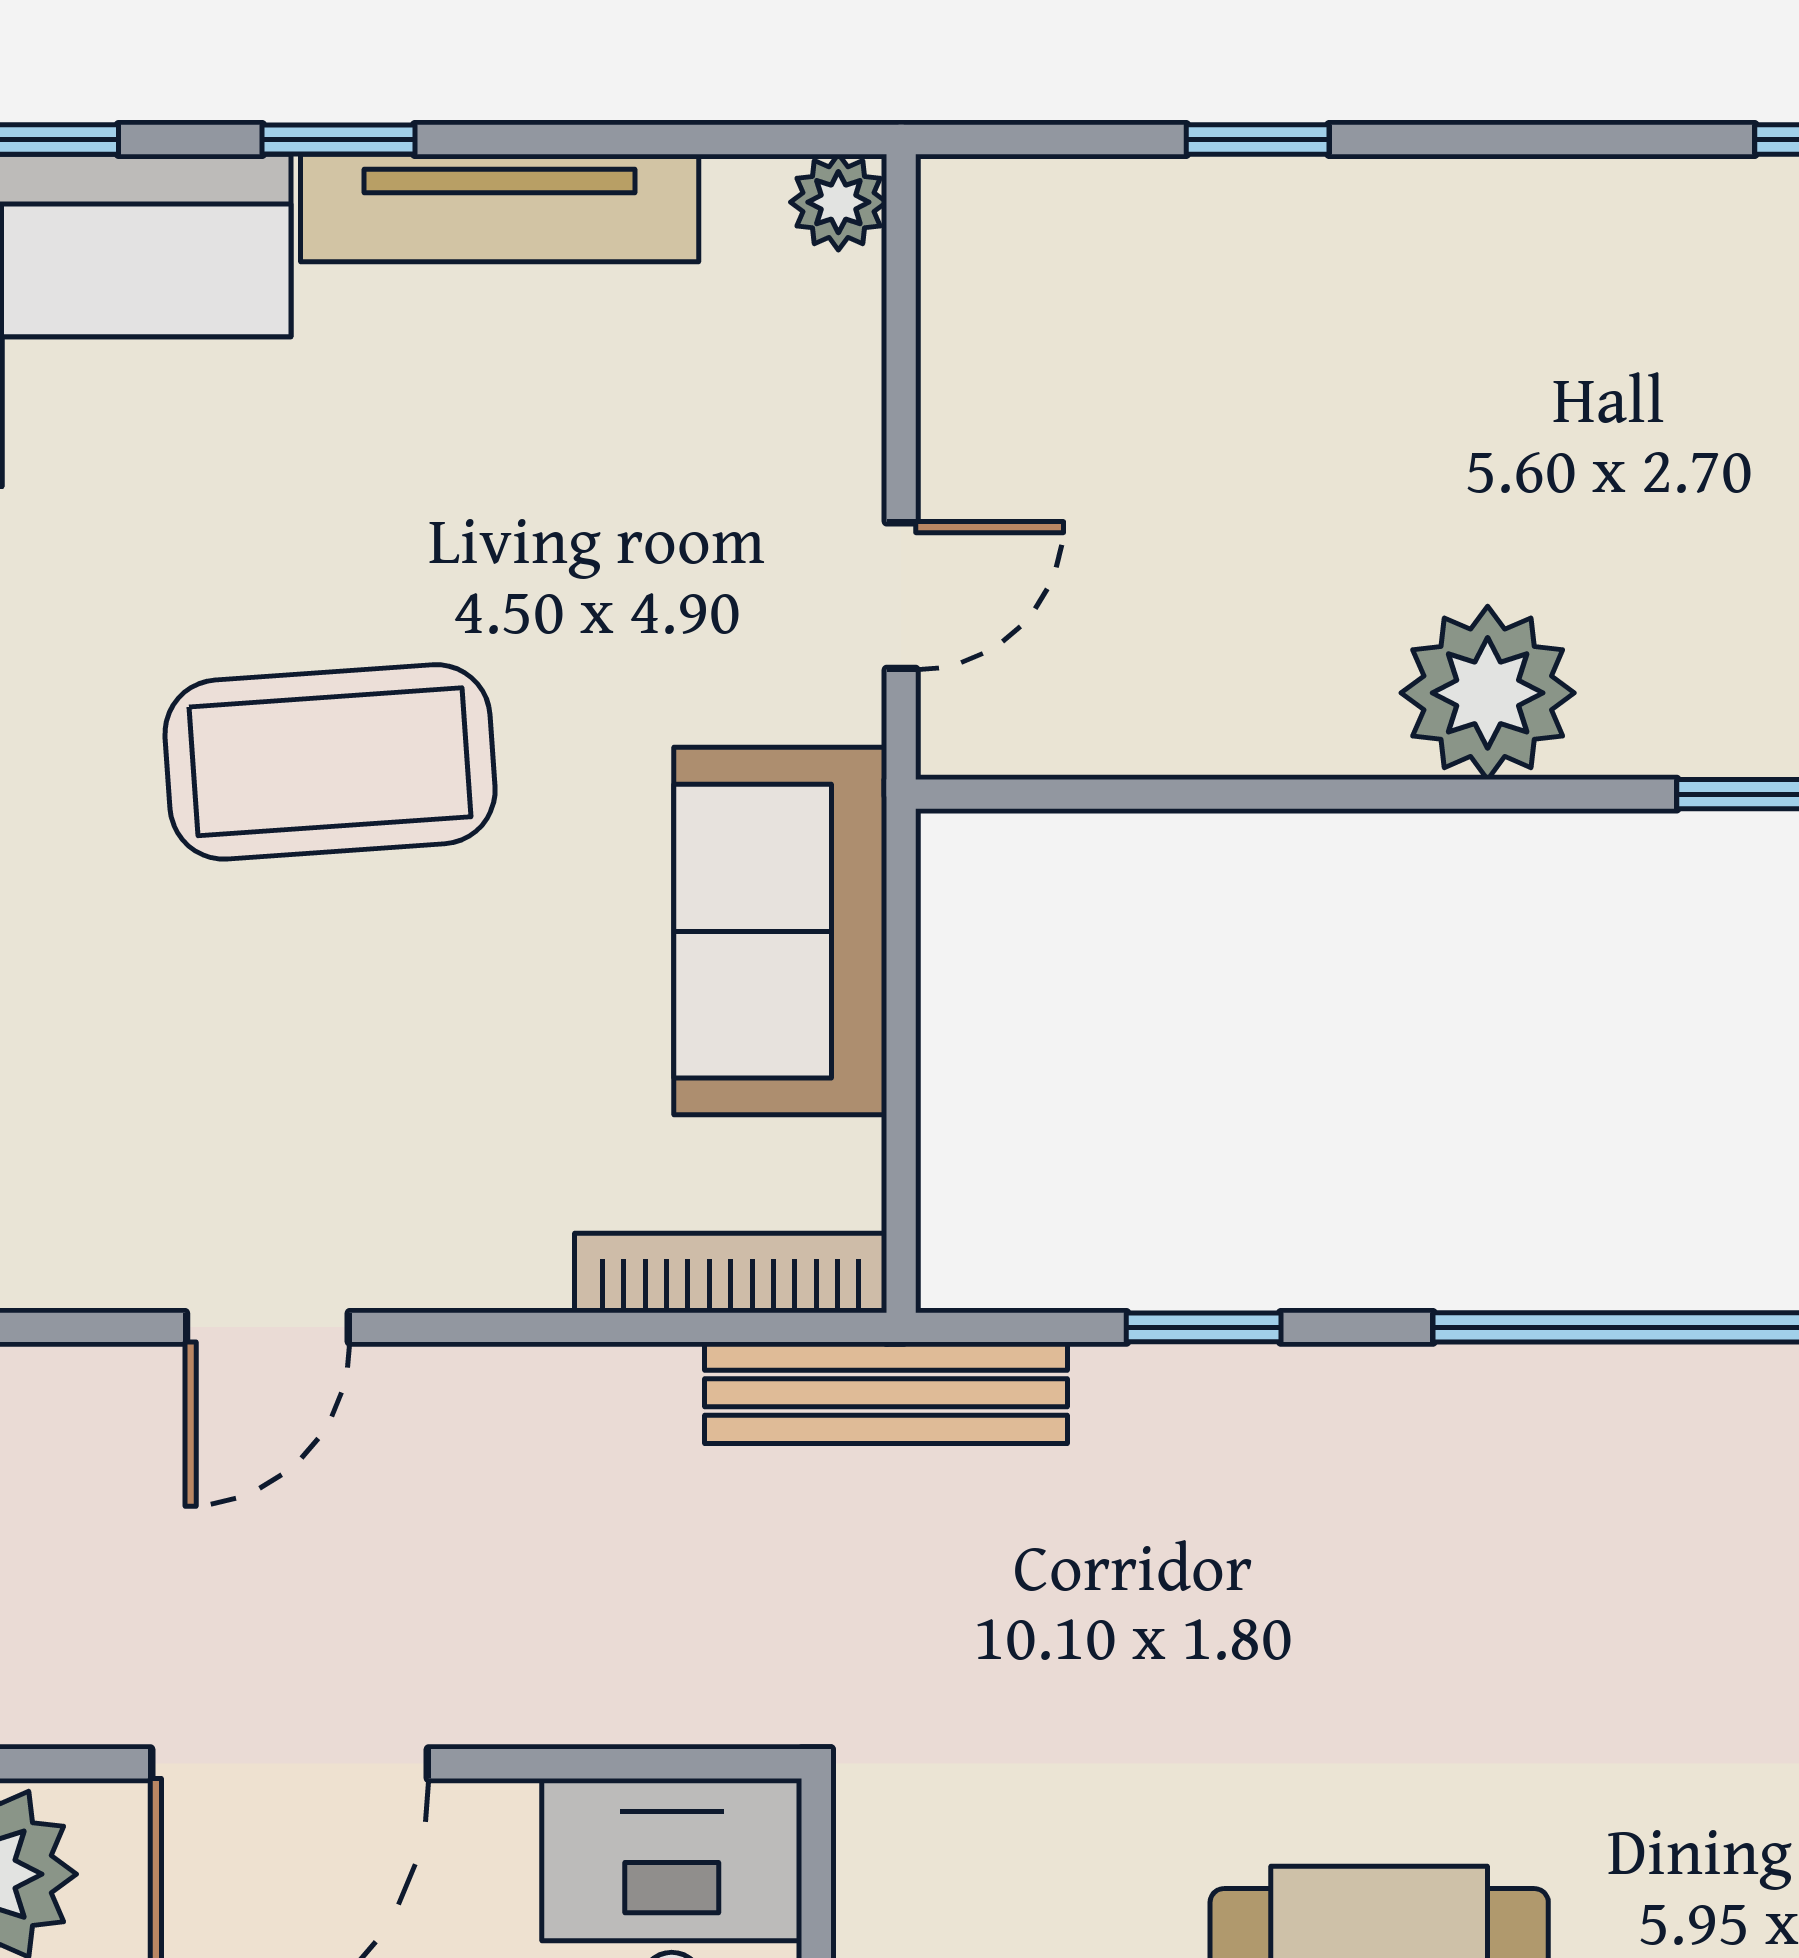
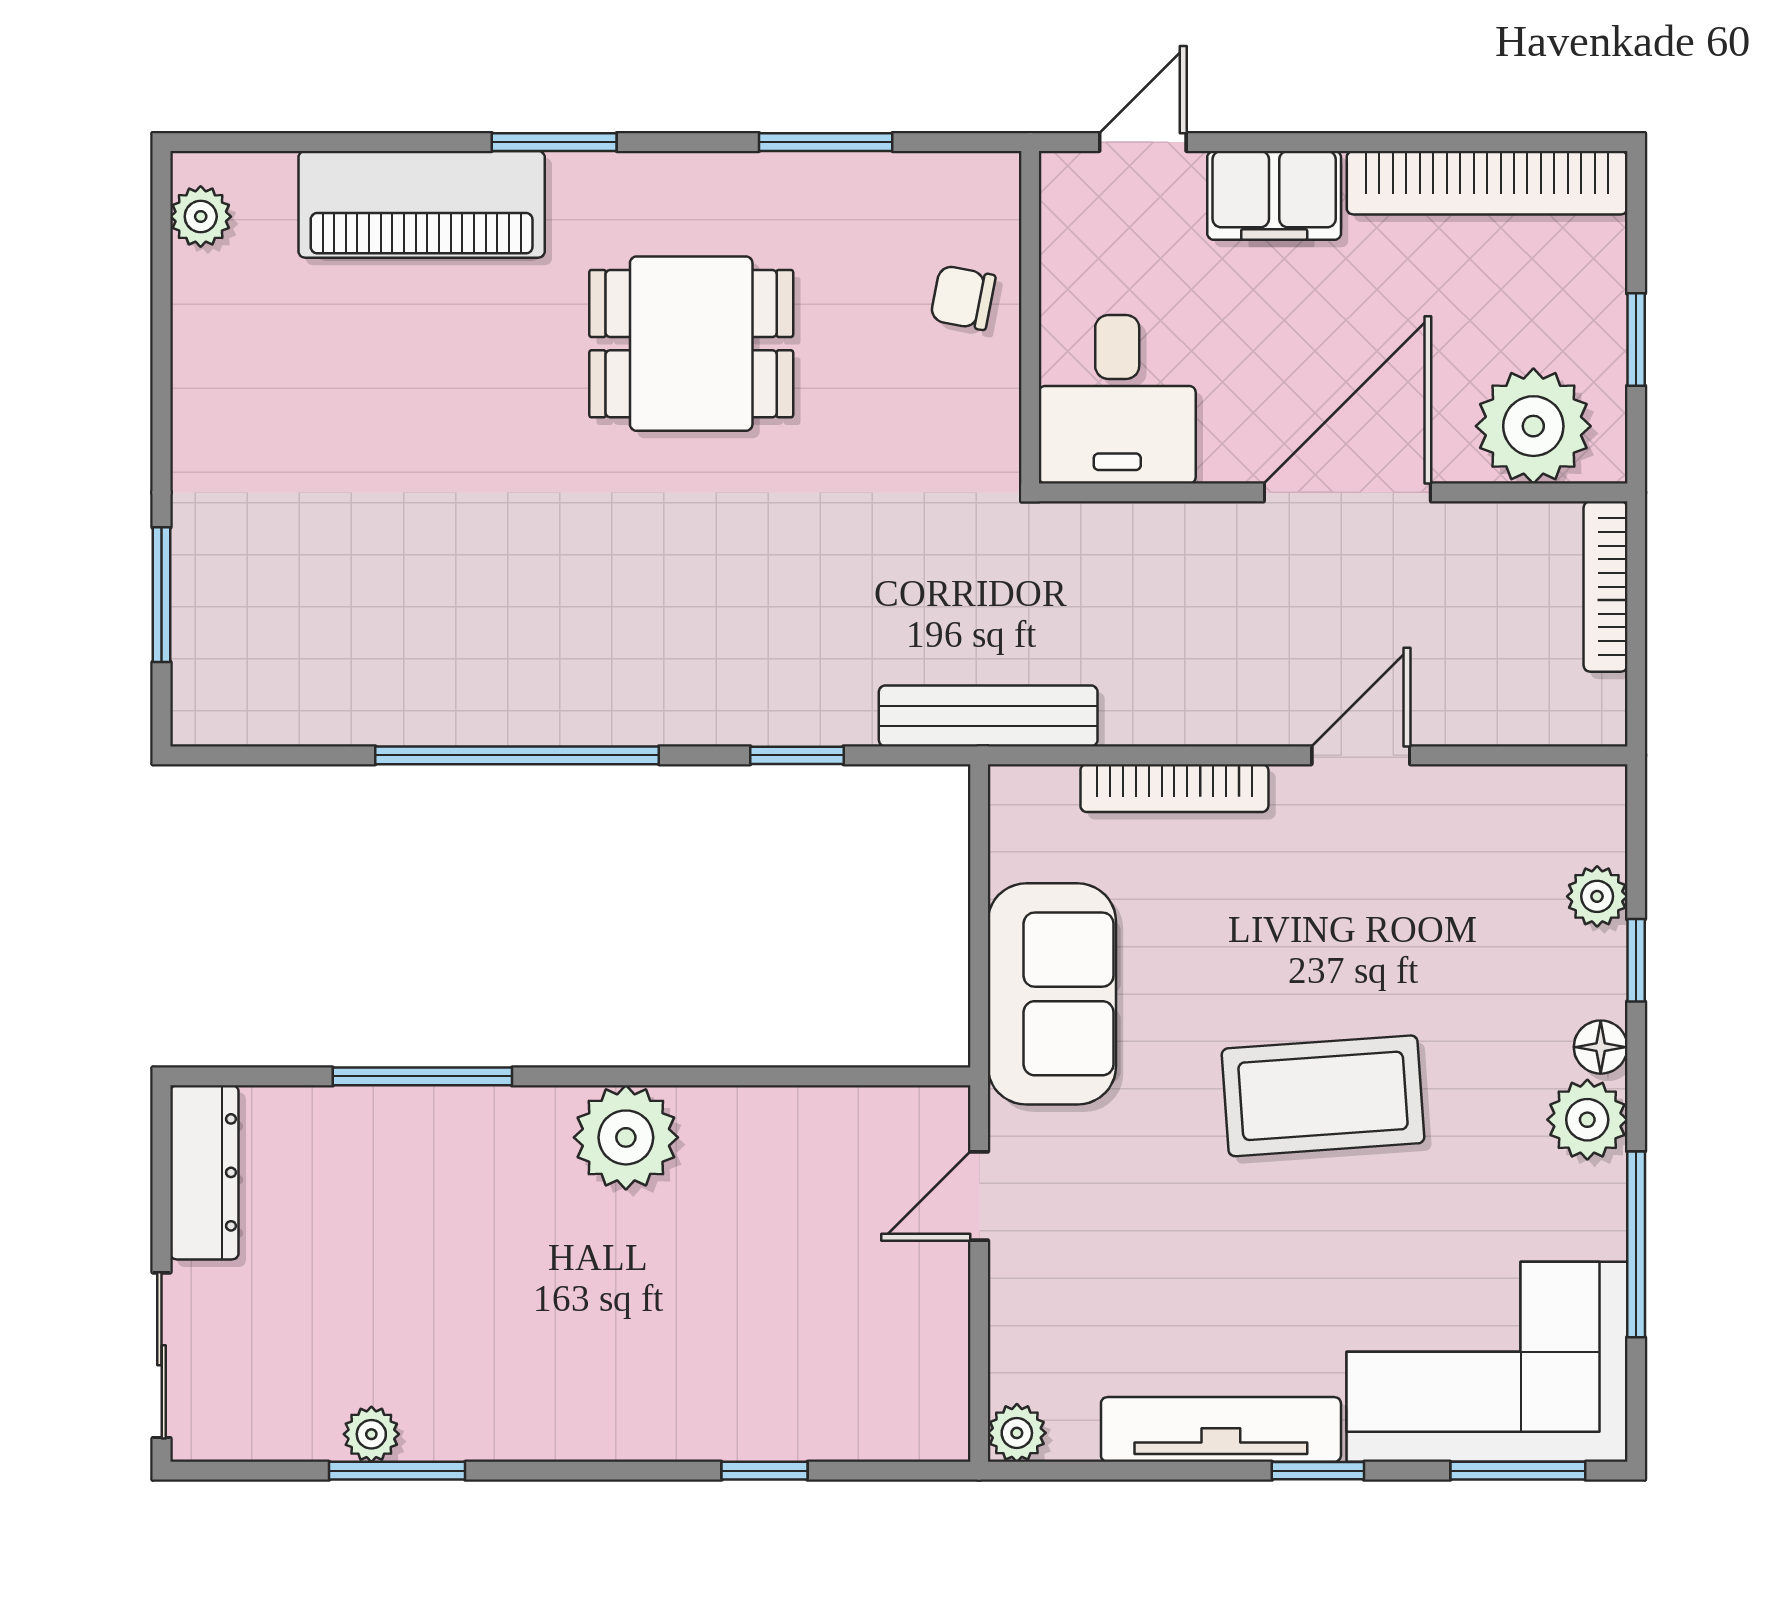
bookcase: (731, 1273) -> (1174, 788), moved

